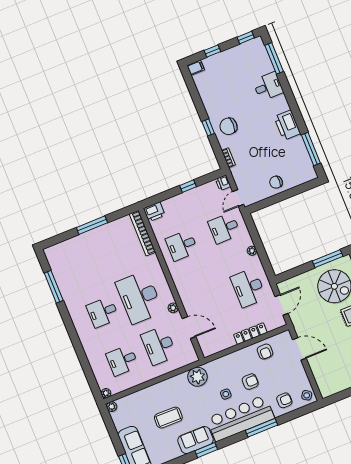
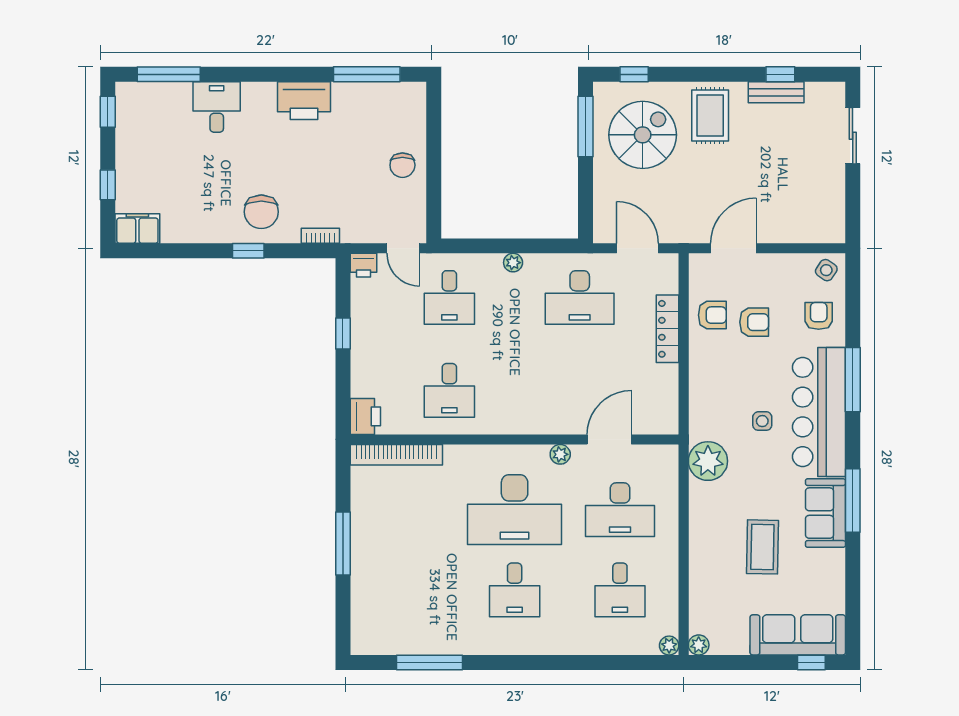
filing cabinet: (196, 68) -> (137, 229), width x2.00
armchair: (250, 382) -> (754, 322), moved, turned 90
window: (206, 450) -> (853, 501), width x1.44

